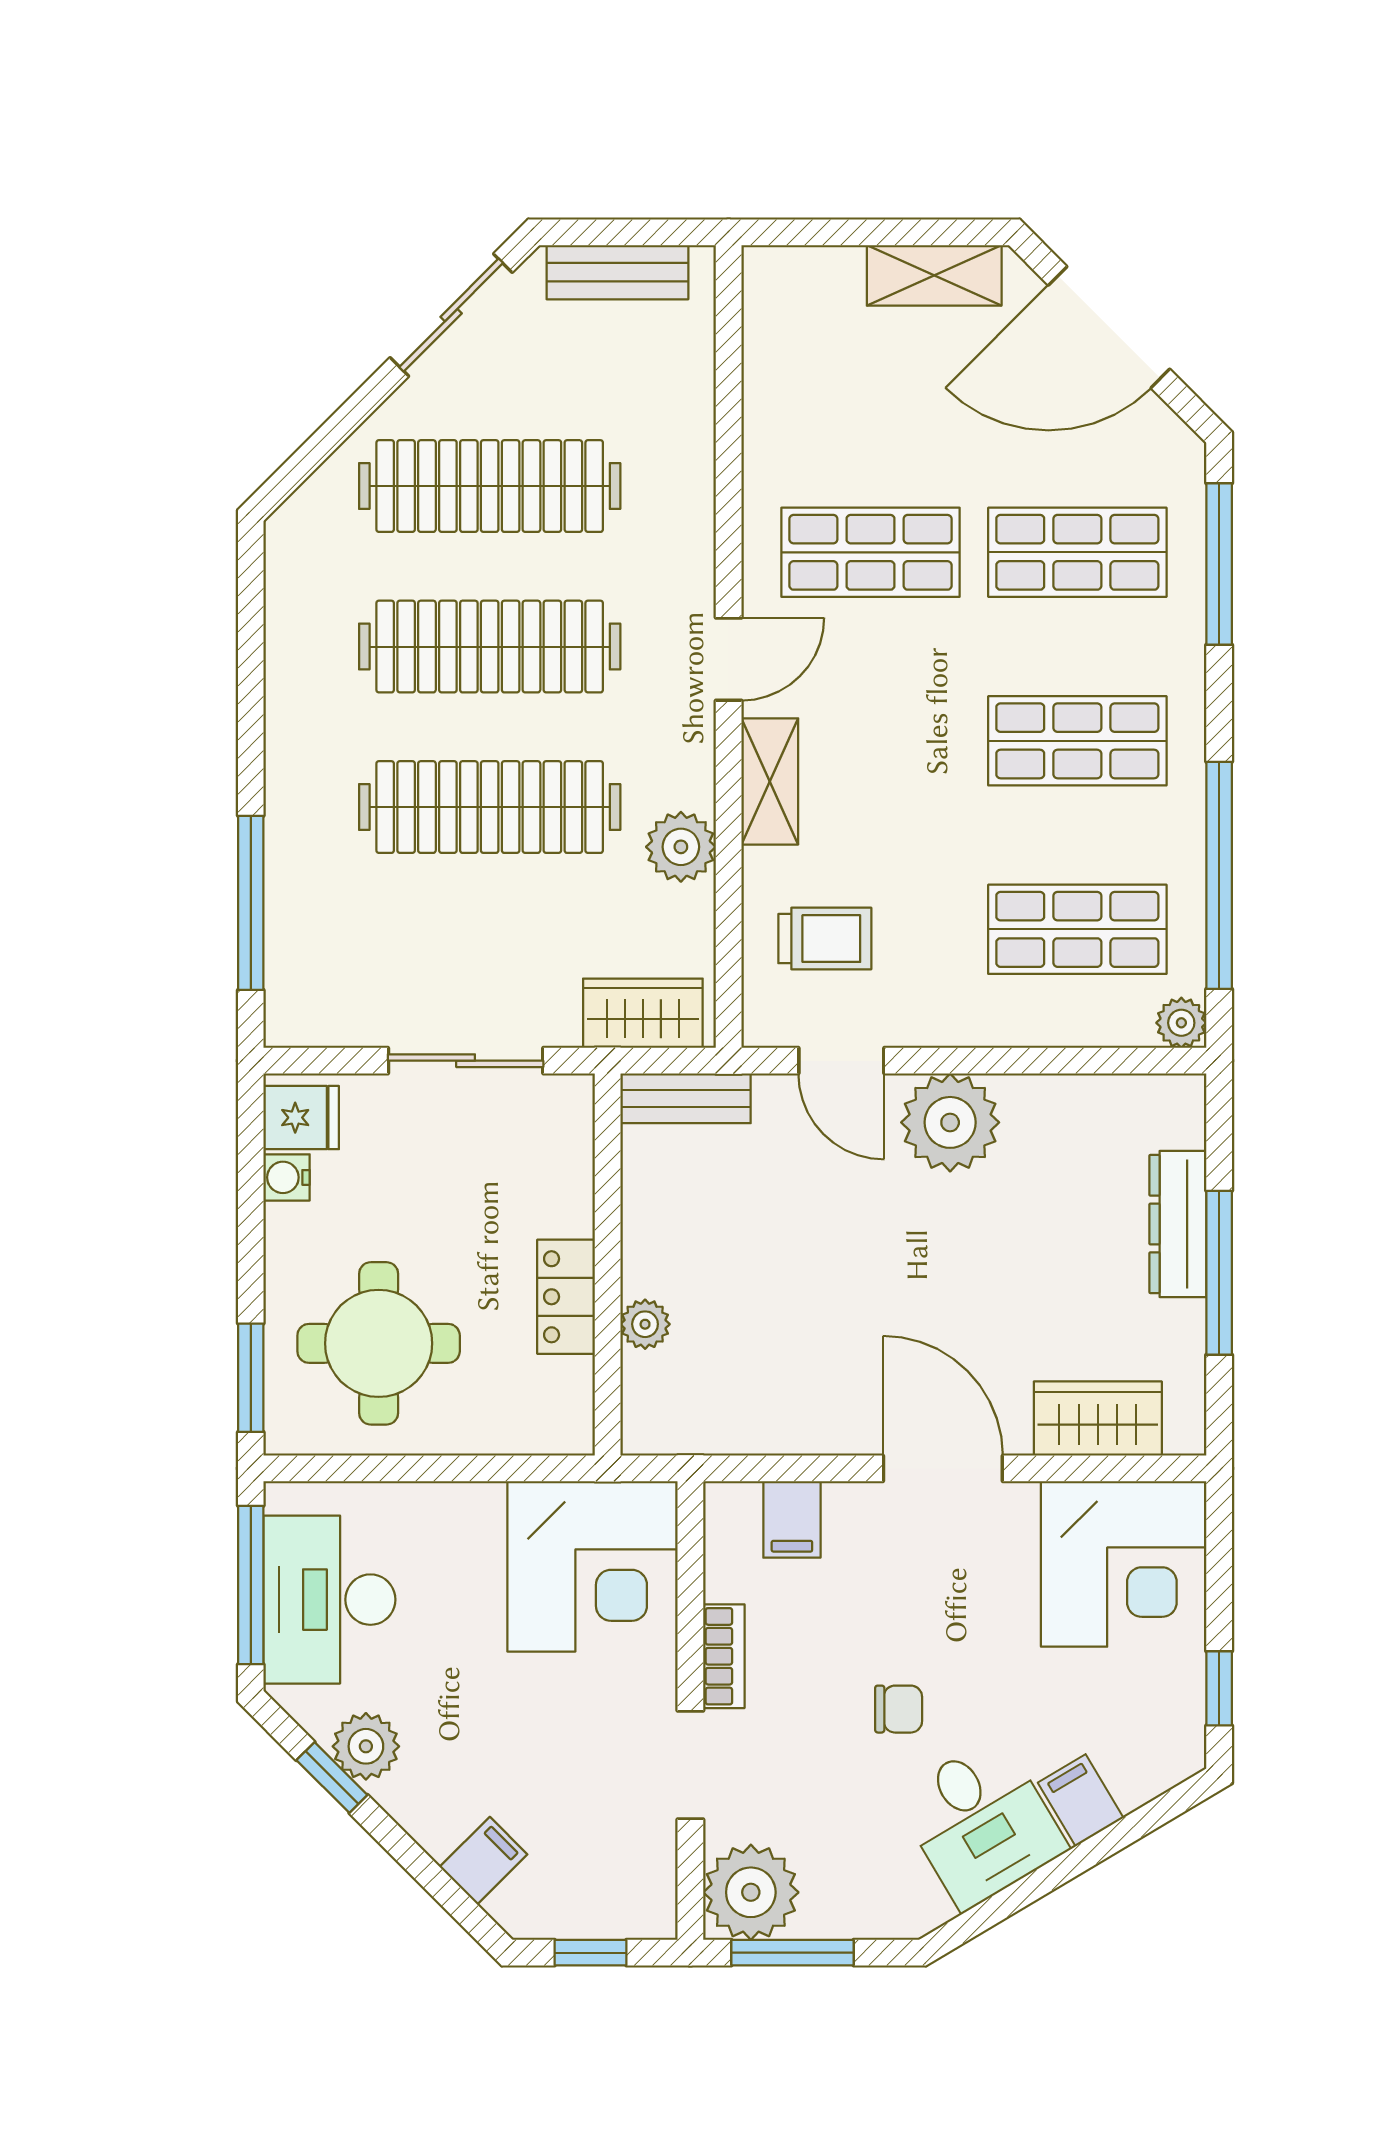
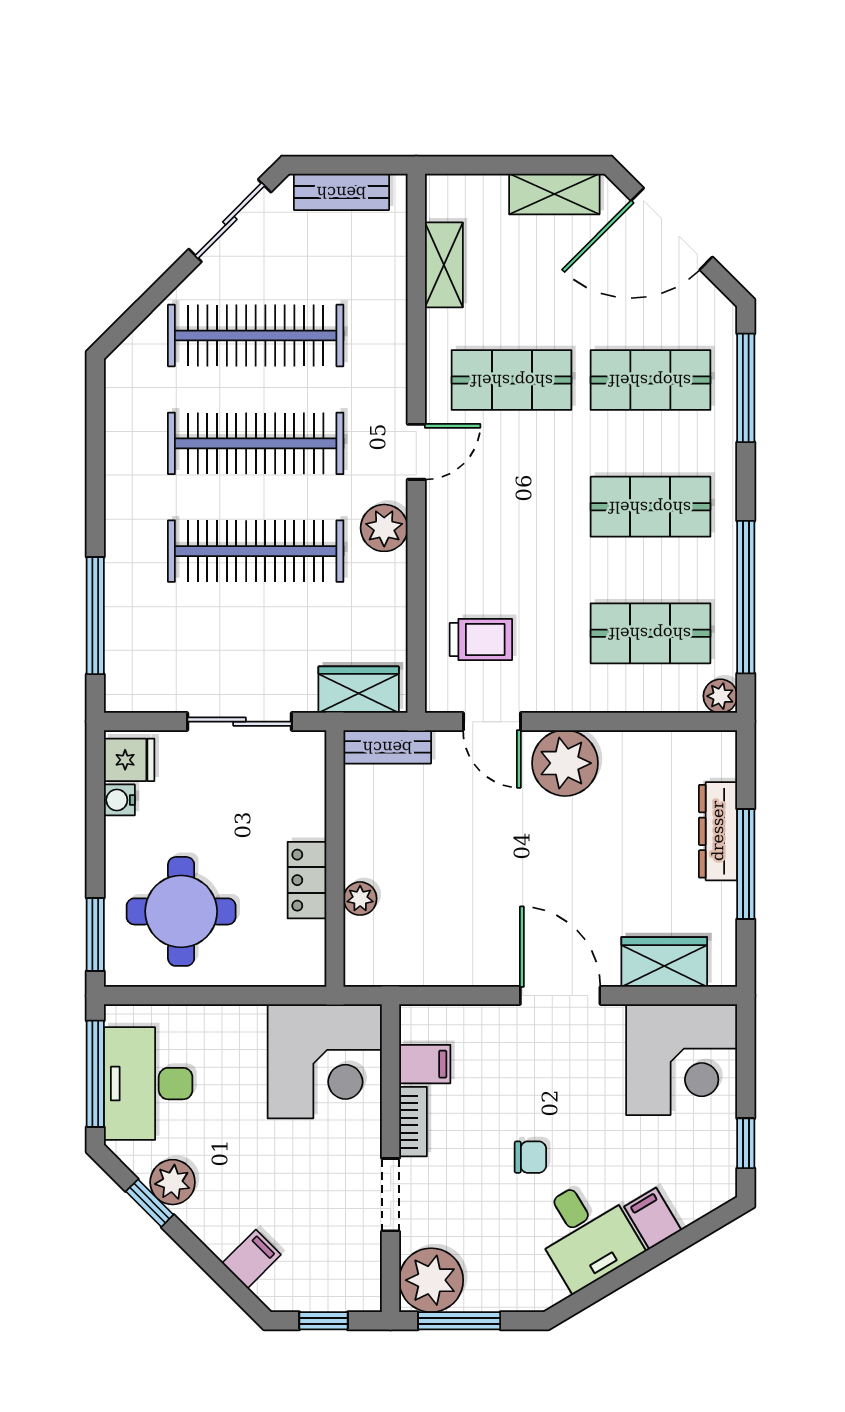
shelving: (770, 781) -> (444, 265), moved
plant: (681, 847) -> (384, 528), moved
filing cabinet: (792, 1519) -> (425, 1064), moved, turned -90

